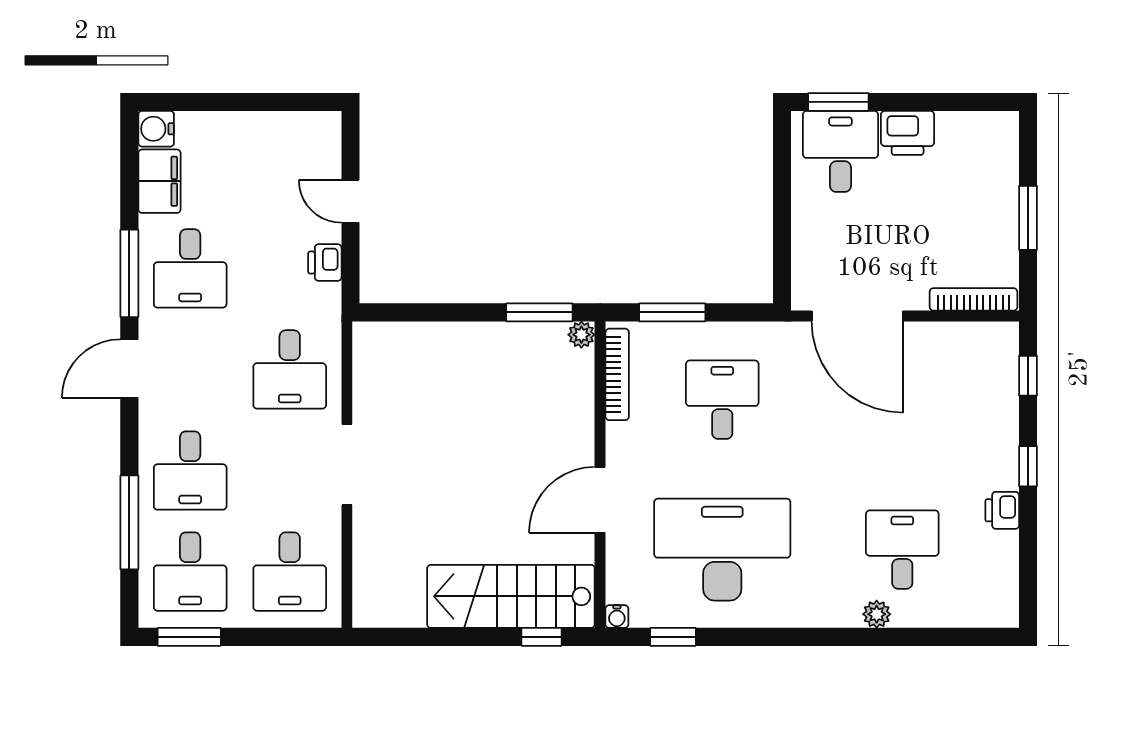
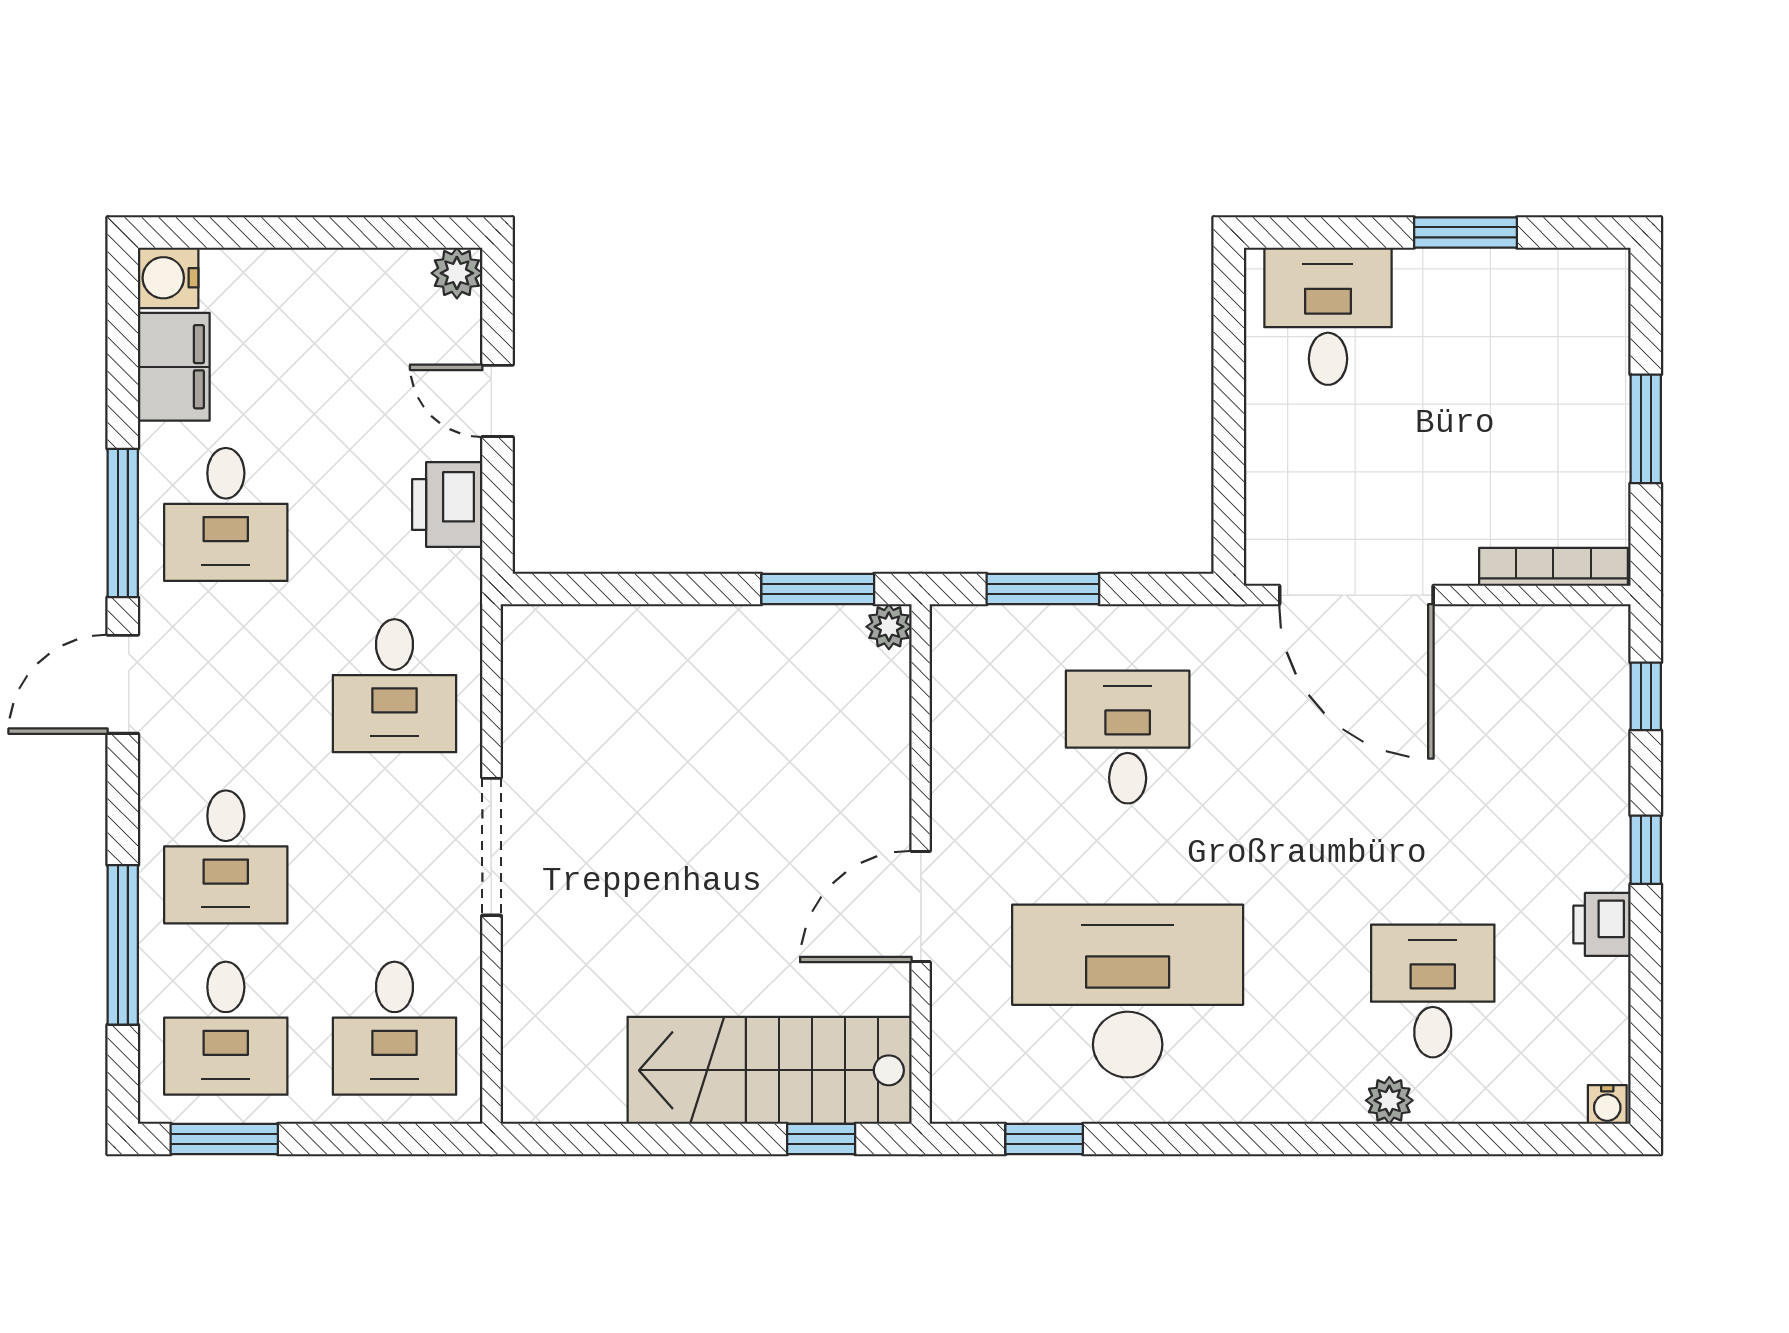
window: (838, 102) -> (1466, 232), moved
plant: (327, 126) -> (457, 273), added
printer: (908, 133) -> (1442, 285), removed
printer: (325, 263) -> (447, 504), width x1.36, depth x1.24
bookcase: (617, 374) -> (950, 694), removed
water cooler: (617, 617) -> (1607, 1104), moved

